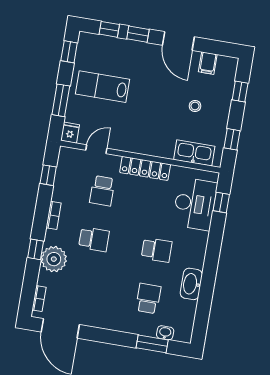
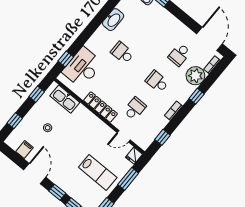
plant: (54, 259) -> (195, 76), moved
school desk: (148, 298) -> (179, 55), moved

